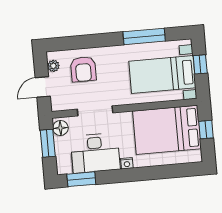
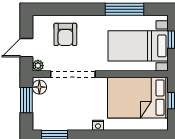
plant: (53, 66) -> (38, 66), moved
doorway: (95, 111) -> (73, 74), width x1.36
desk: (95, 153) -> (70, 113), removed

